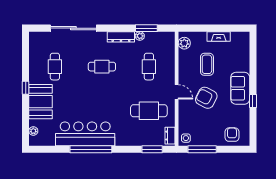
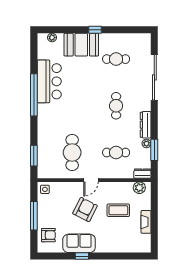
sofa: (240, 88) -> (79, 243), moved
bar counter: (85, 134) -> (49, 81), width x0.73
dresser: (170, 136) -> (142, 174), moved
window: (202, 149) -> (34, 216), moved

